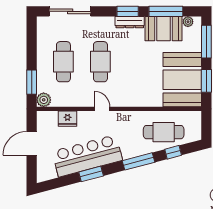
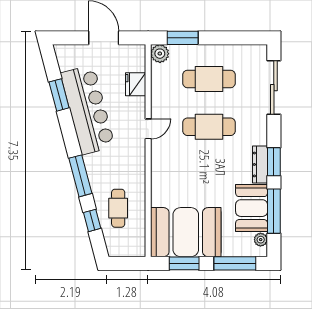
cafe table: (164, 132) -> (118, 208), width x0.73, depth x0.74
window: (91, 174) -> (59, 95), moved

